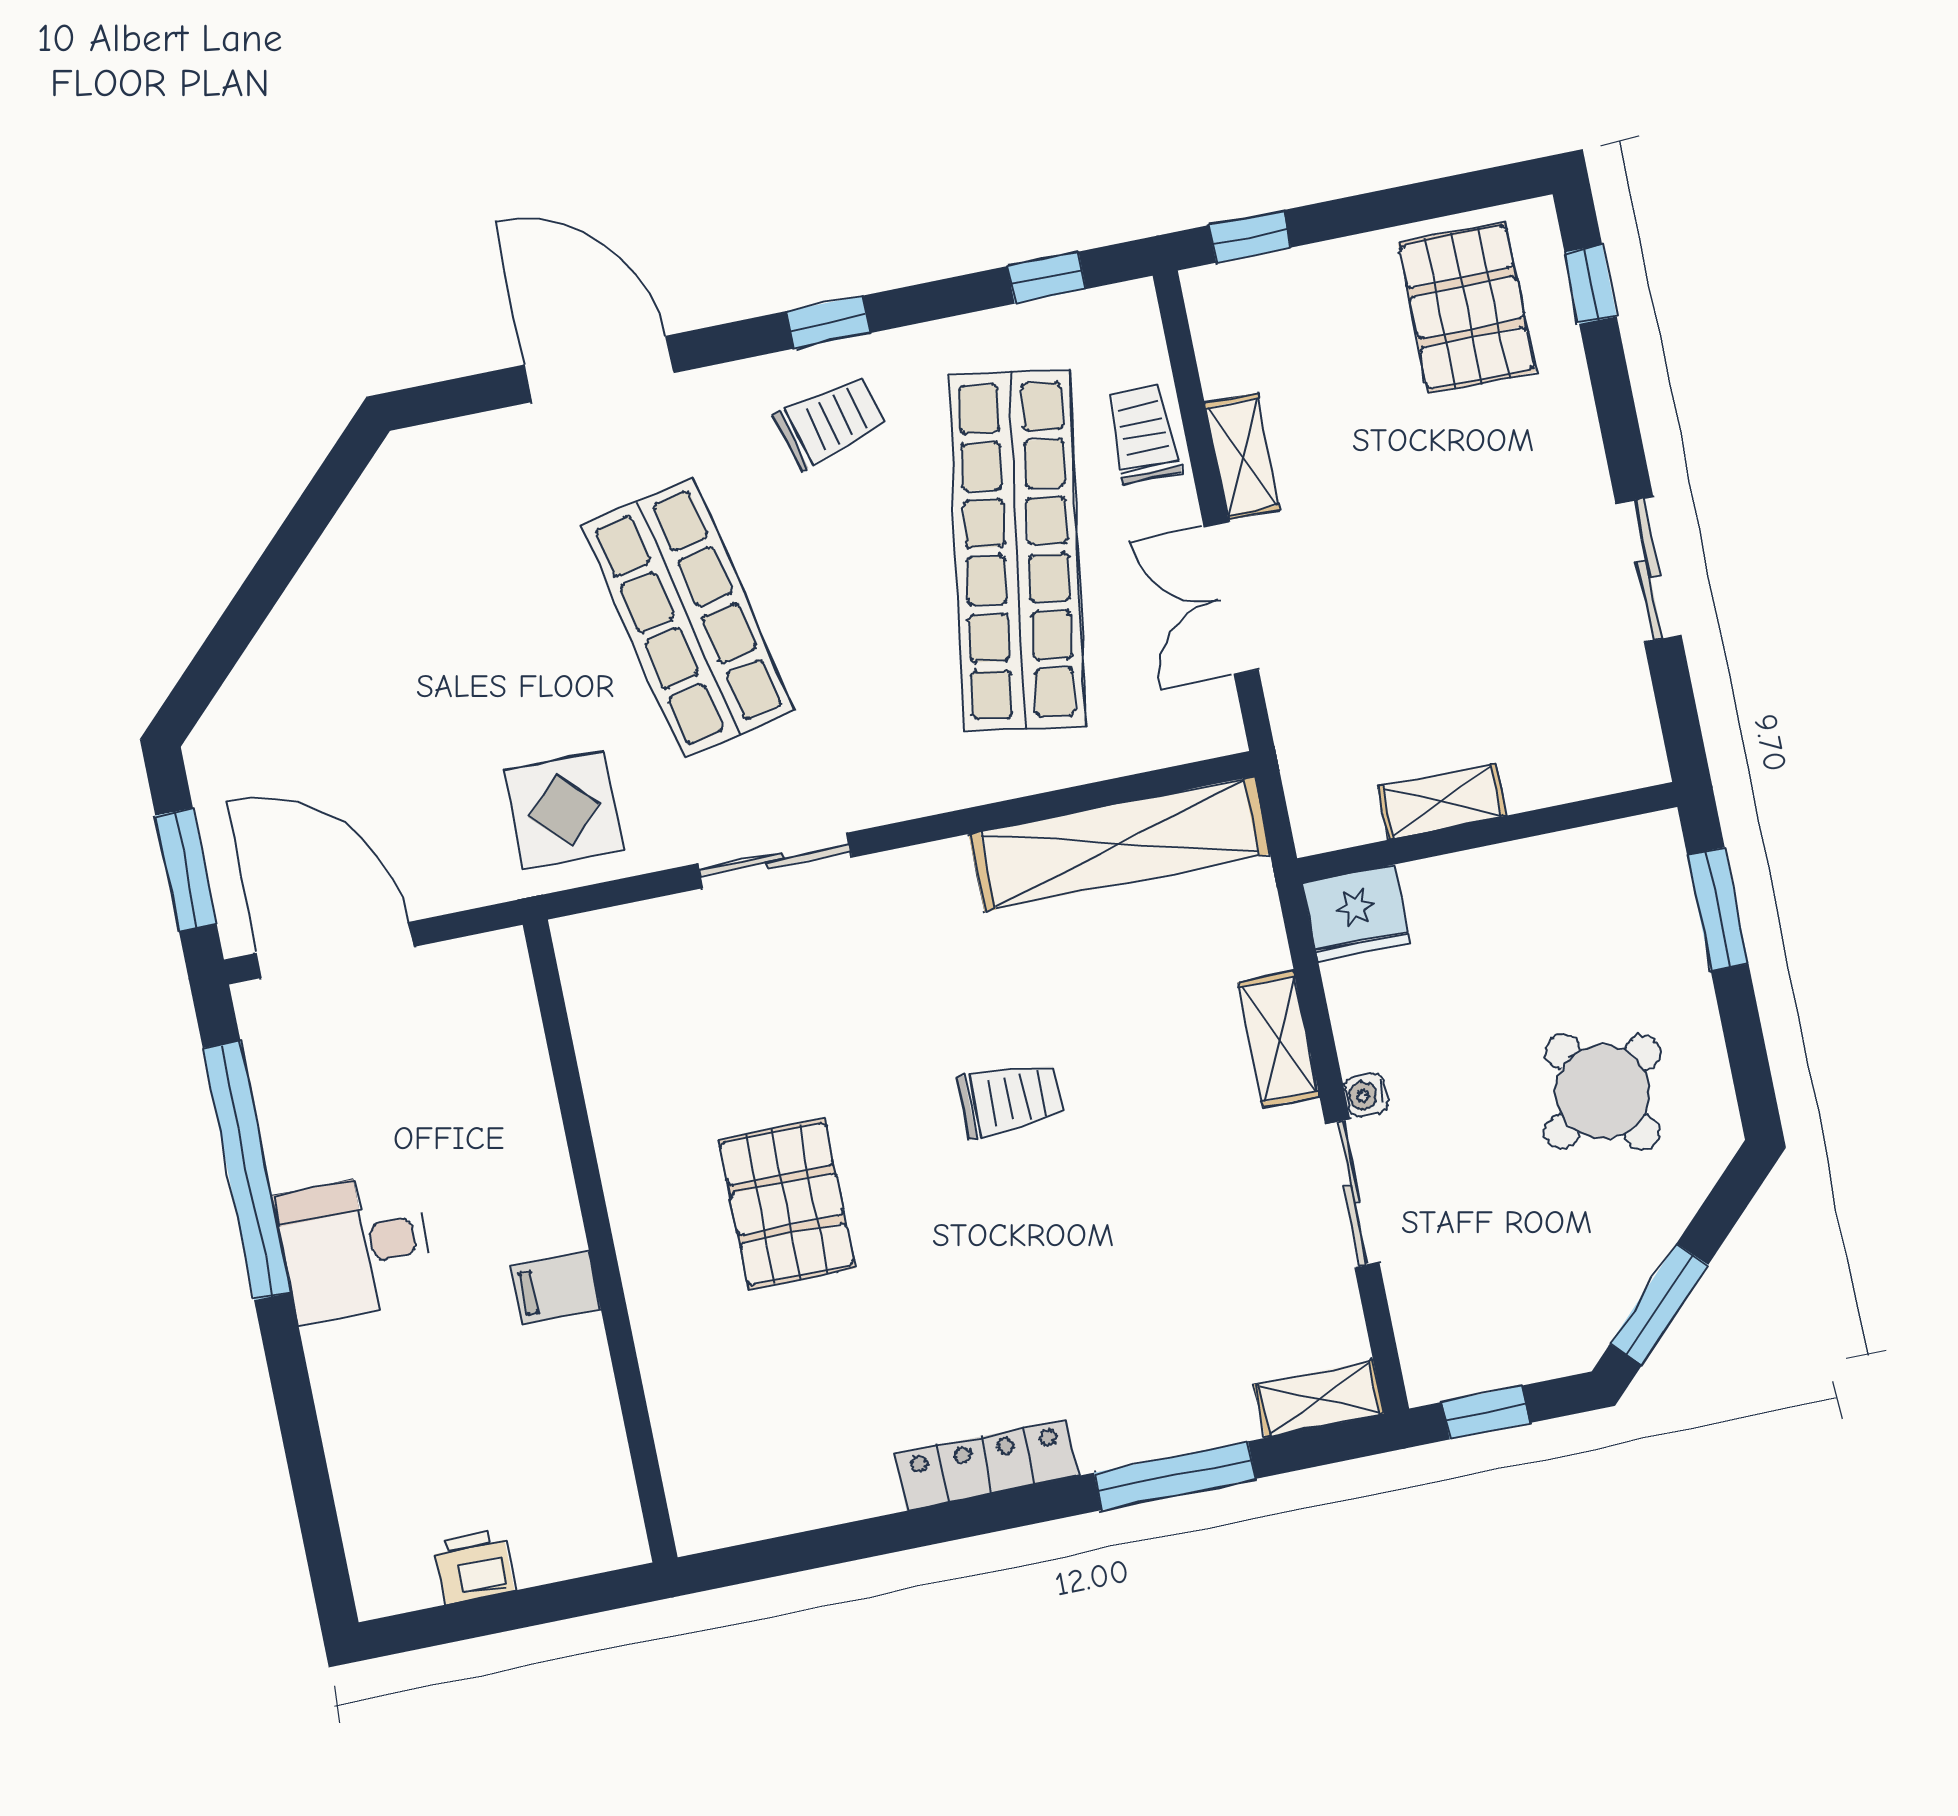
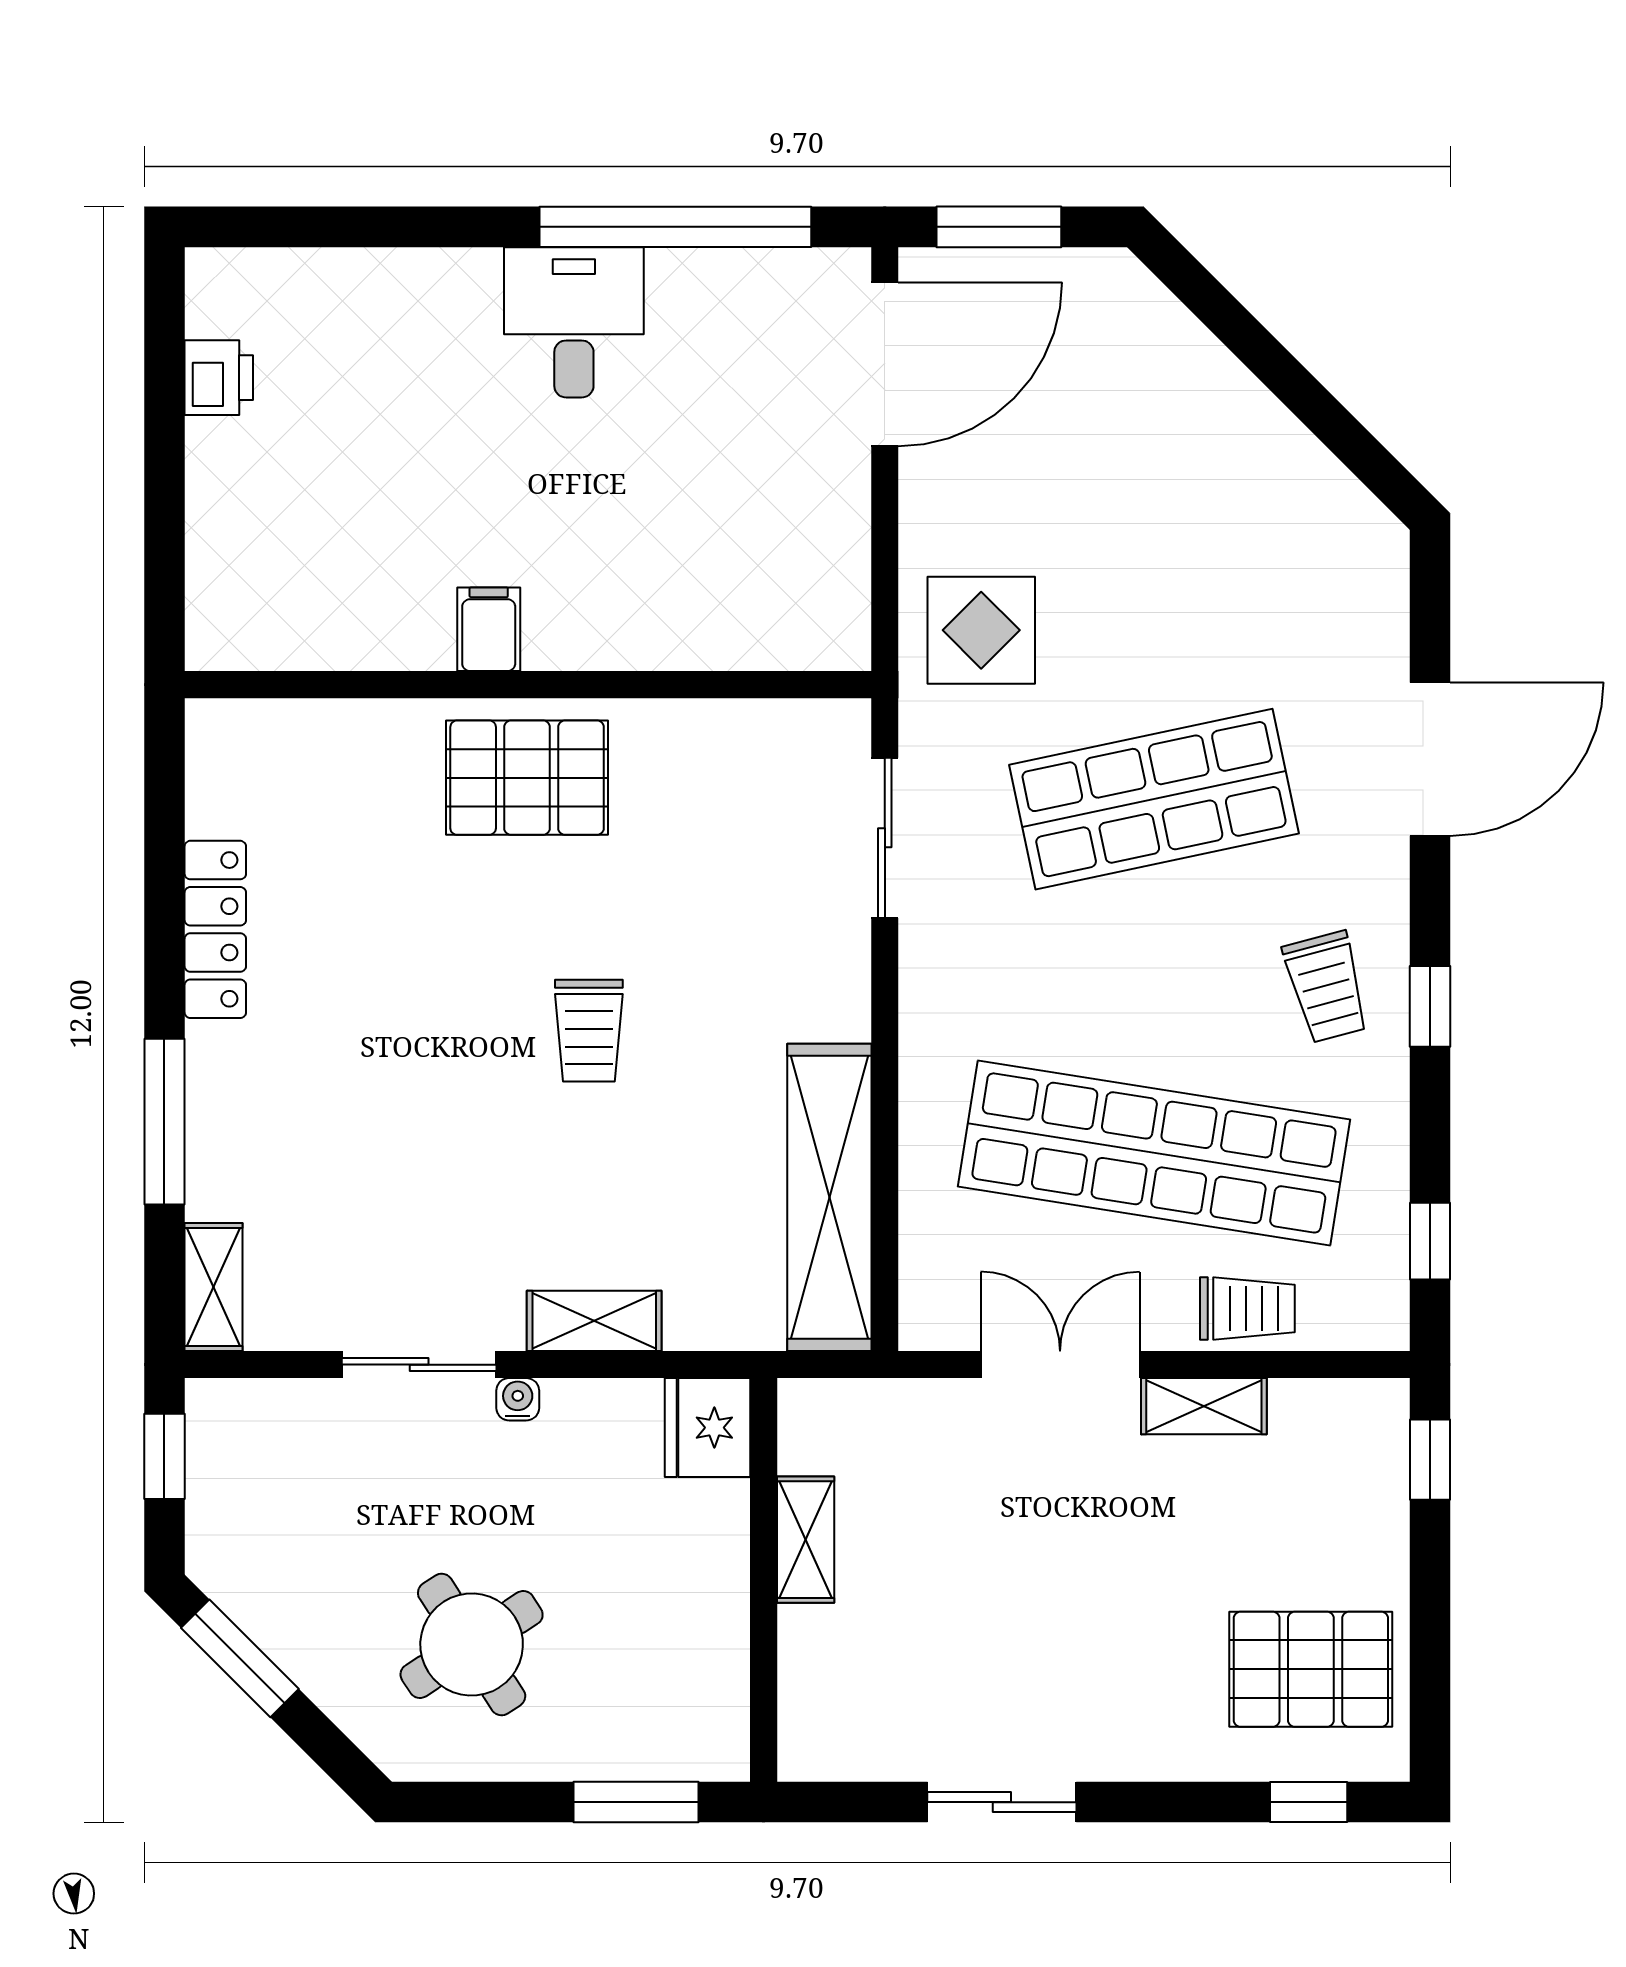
wall: (600, 1241) -> (528, 685), moved
filing cabinet: (556, 1288) -> (489, 629), moved

